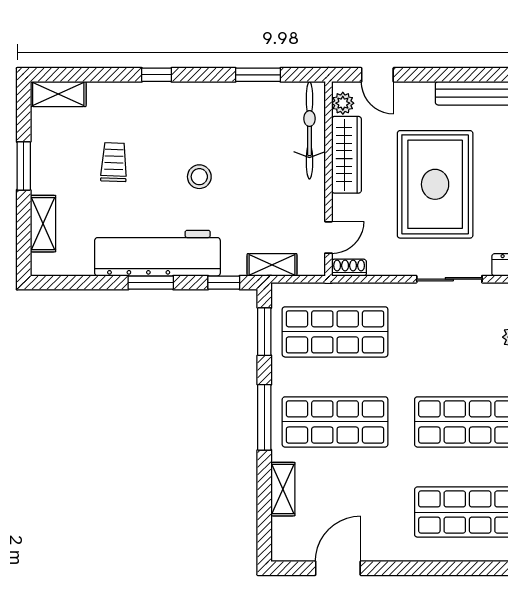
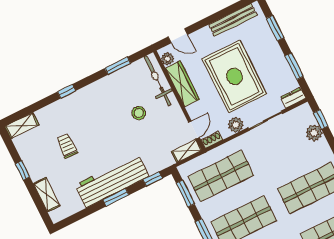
window: (24, 166) -> (23, 170), width x0.67
stool: (199, 177) -> (139, 113), moved
plant: (399, 262) -> (236, 125), added
shelving: (272, 265) -> (187, 151), moved

